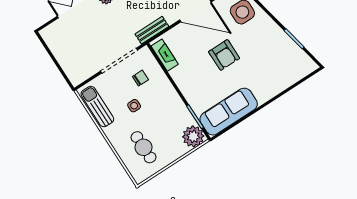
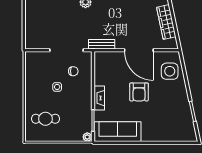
fireplace: (165, 55) -> (99, 98), moved
sun lounger: (97, 107) -> (32, 72), removed
plant: (193, 136) -> (87, 137), width x0.53, depth x0.53
cafe table: (143, 147) -> (45, 119), turned 90

